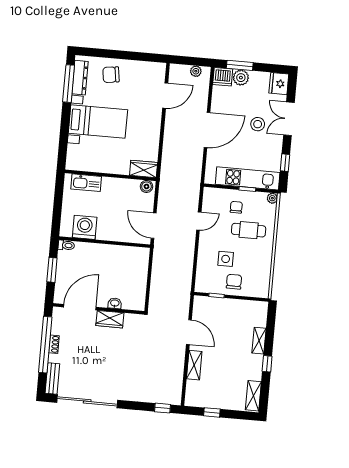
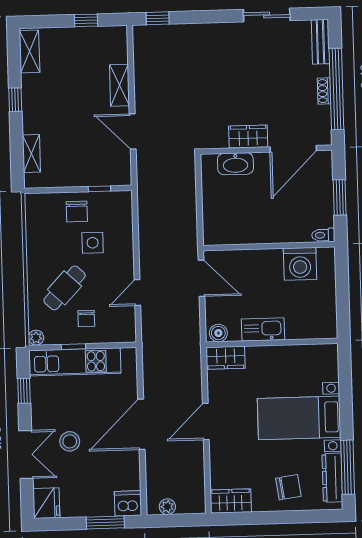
wardrobe: (152, 70) -> (231, 501), added
plant: (241, 78) -> (102, 505), removed
door: (165, 96) -> (206, 422), moved
kitchen sink: (86, 183) -> (263, 329), moved
cafe table: (249, 230) -> (65, 288), turned -47
washbasin: (115, 303) -> (235, 164), width x1.91, depth x1.45
shelving: (259, 341) -> (31, 154), moved
sliding door: (87, 401) -> (267, 15), width x0.54

